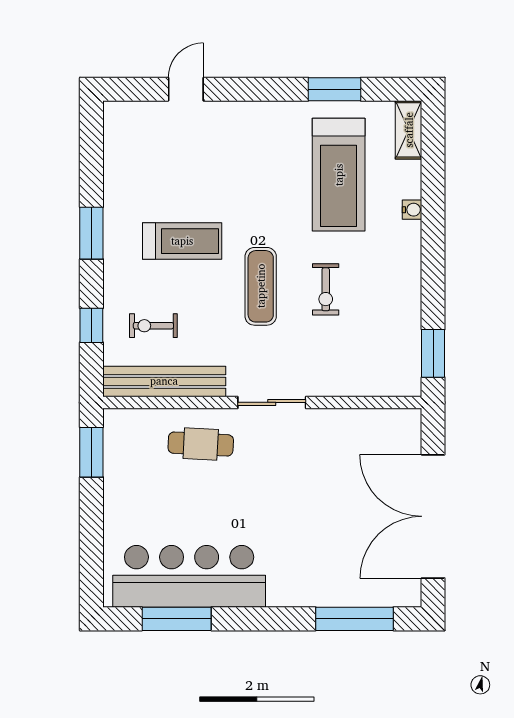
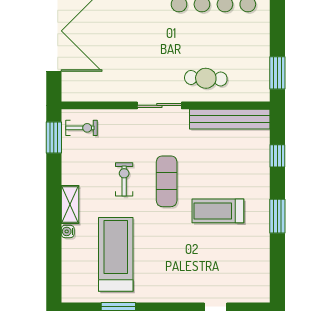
shelving: (409, 130) -> (70, 205), moved
exercise bike: (153, 326) -> (82, 128), moved

